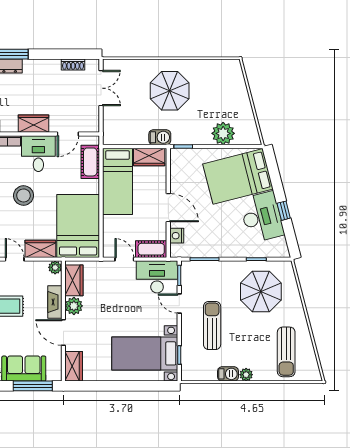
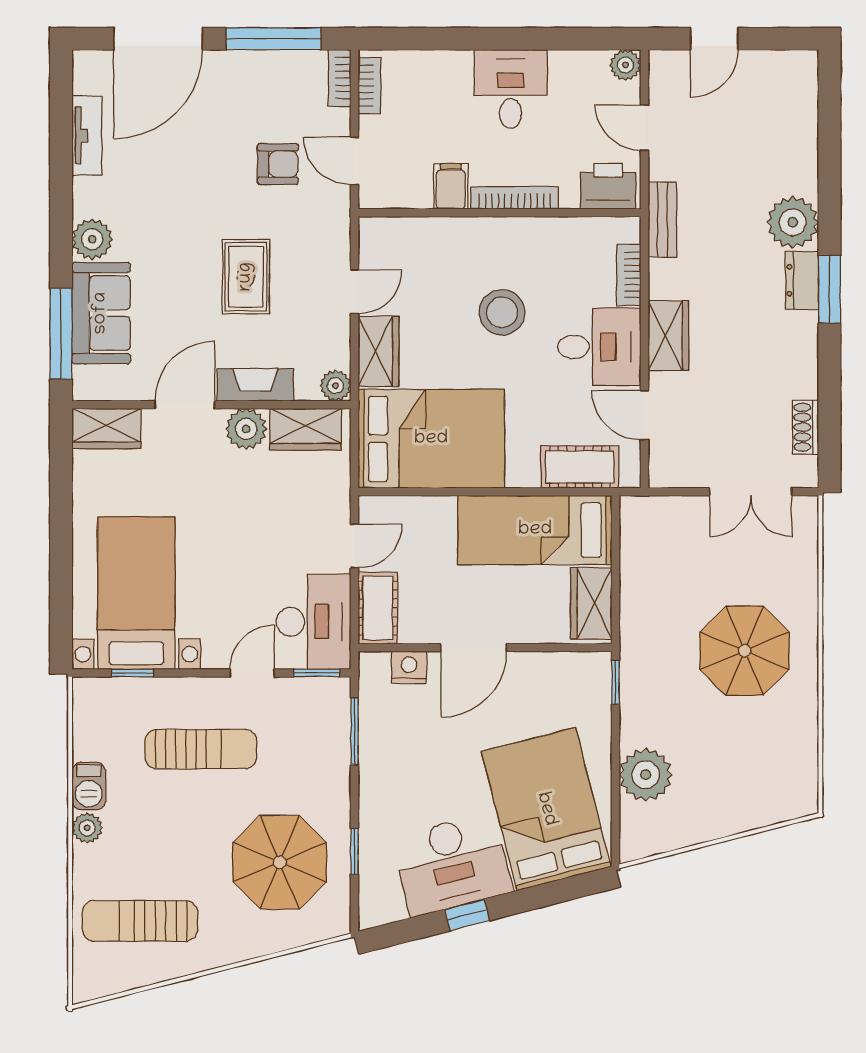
barbecue: (160, 137) -> (637, 628), removed

